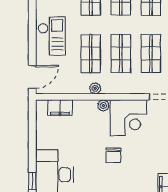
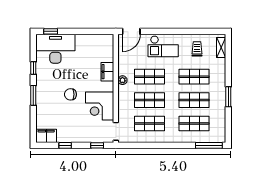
door: (32, 77) -> (131, 31), hinge flipped
plant: (103, 106) -> (109, 87), removed
filing cabinet: (60, 108) -> (107, 72), moved

